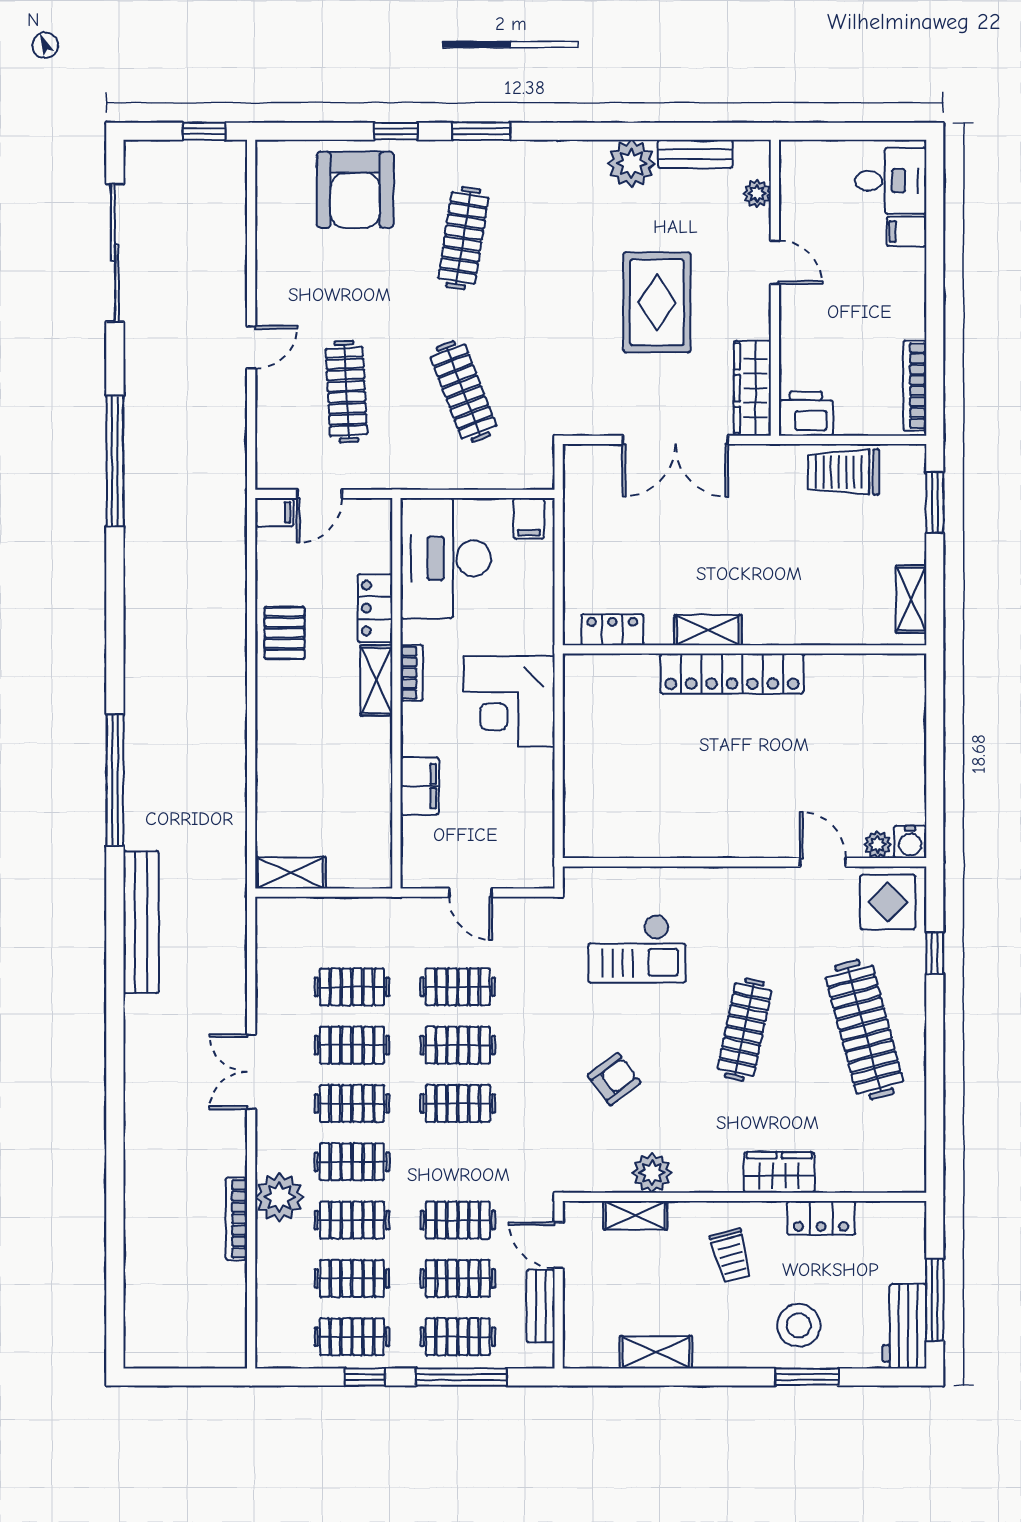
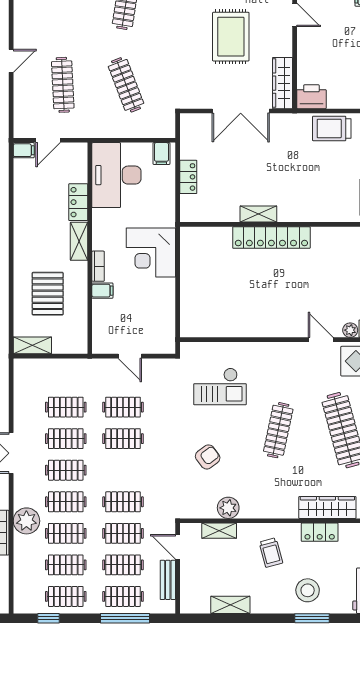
locker: (612, 630) -> (188, 177), moved, turned 90
pallet: (285, 633) -> (48, 294), moved, width x1.50, depth x1.42
bookcase: (412, 673) -> (98, 266), moved
filing cabinet: (420, 786) -> (102, 291), width x0.50
clothes rail: (458, 1103) -> (123, 502), moved
wardrobe: (779, 1172) -> (327, 508), moved, width x1.50
window: (365, 1377) -> (49, 618), moved

